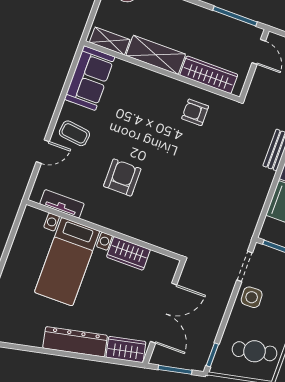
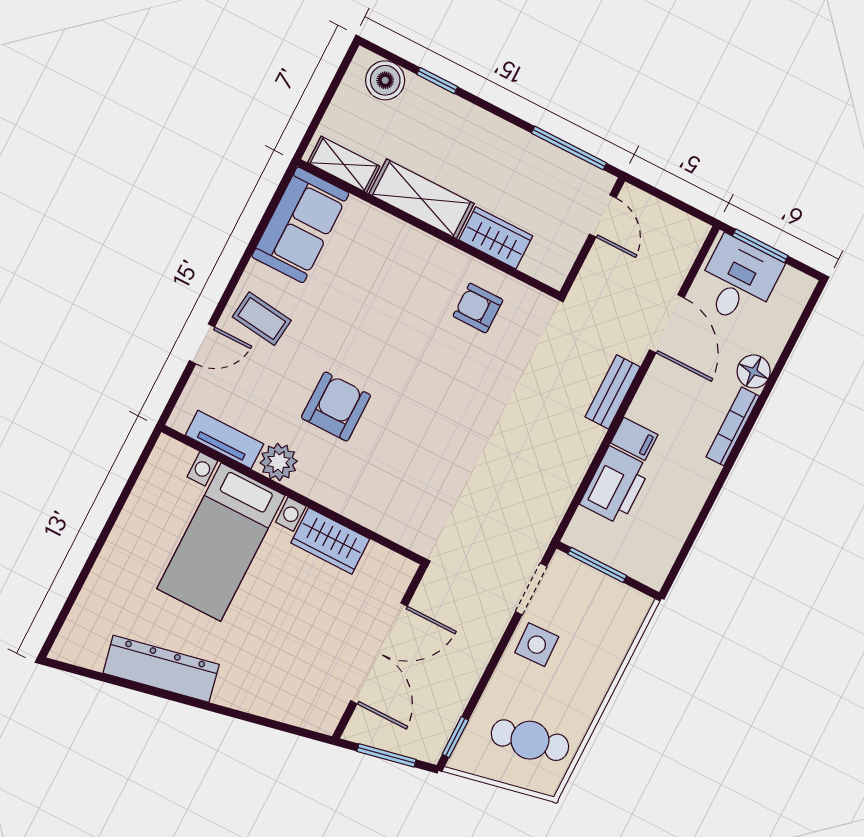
wardrobe: (209, 75) -> (496, 238), width x0.67
plant: (94, 213) -> (279, 462), added
dresser: (75, 342) -> (161, 669), moved
wardrobe: (126, 349) -> (305, 709), removed

